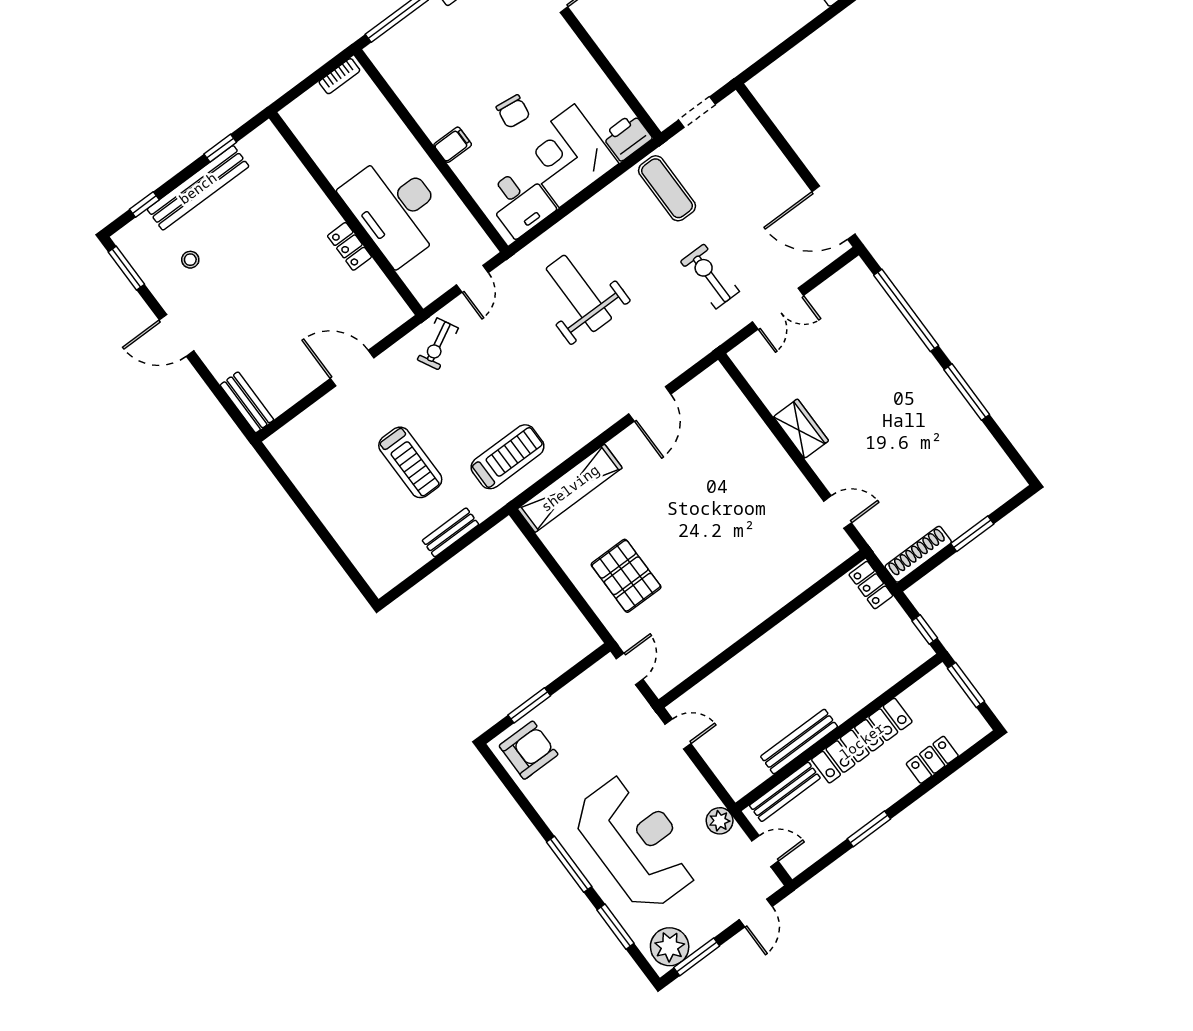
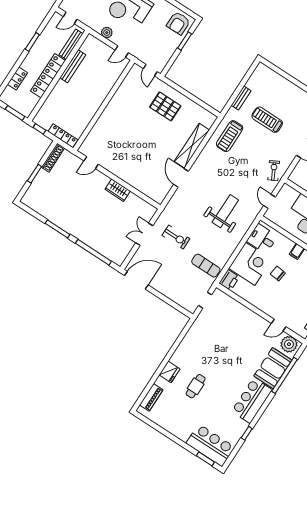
weight bench: (579, 293) -> (225, 211), turned -90
shelving: (570, 488) -> (192, 146), moved
locker: (871, 585) -> (63, 136), width x1.53
plant: (720, 821) -> (107, 33), moved

